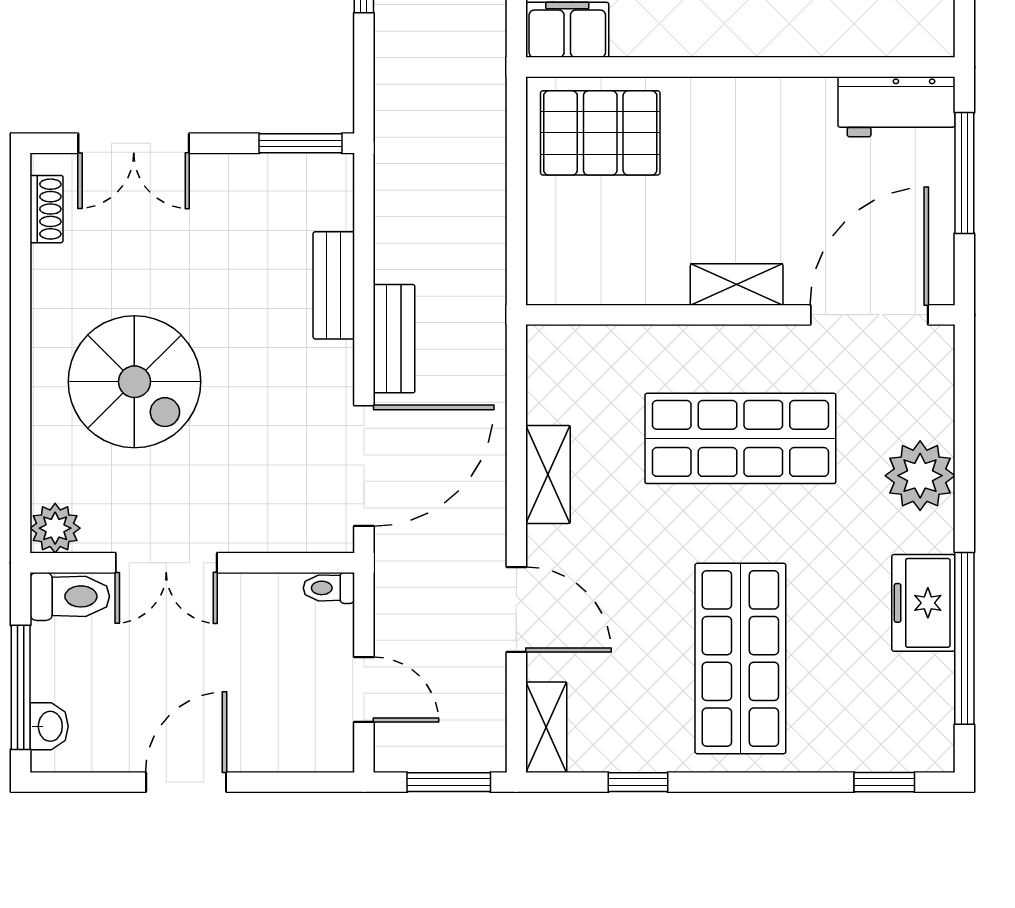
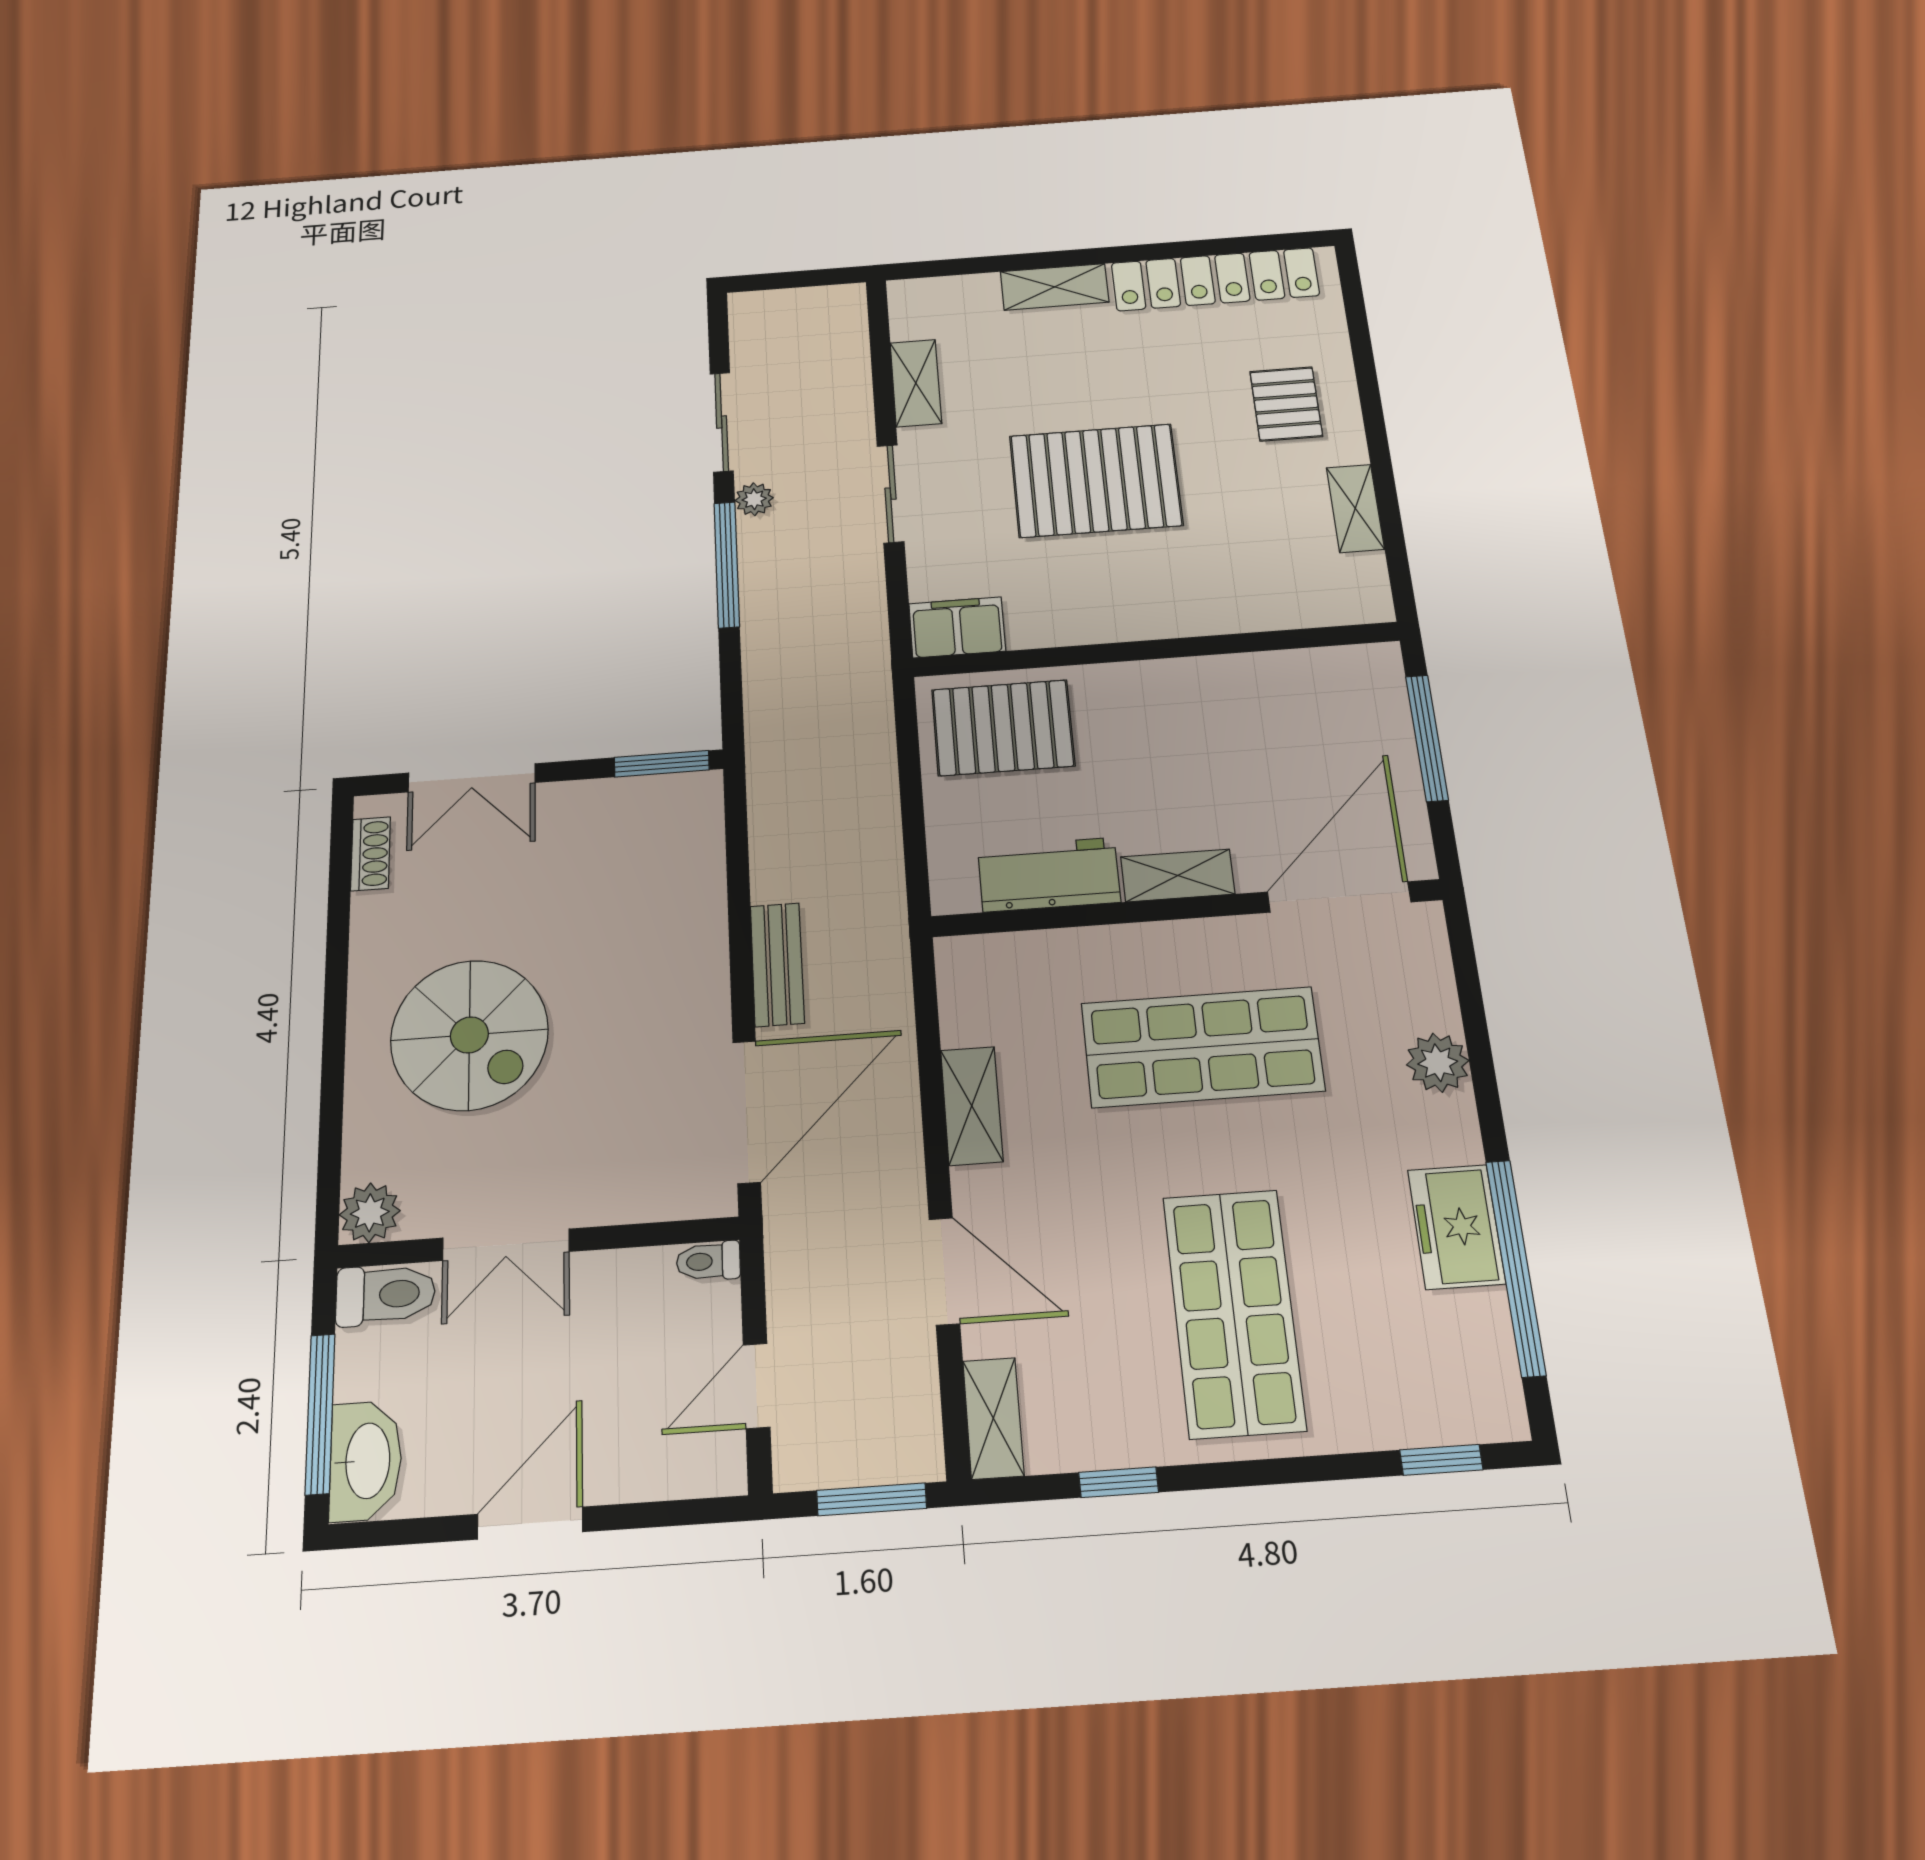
workbench: (896, 107) -> (1049, 875), moved, turned 180
bench: (334, 285) -> (704, 911), removed
plant: (920, 476) -> (1438, 1063), width x0.73, depth x0.73
door: (364, 690) -> (757, 1386), swing flipped
washbasin: (49, 726) -> (366, 1461), width x1.91, depth x1.45

